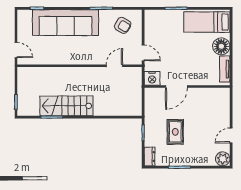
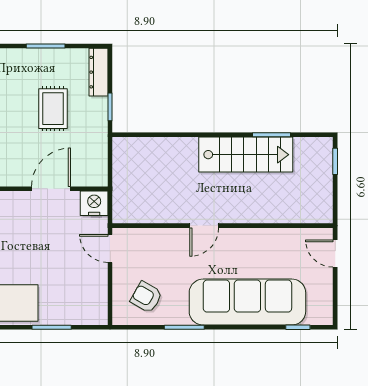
door: (114, 66) -> (204, 226), moved
dresser: (150, 157) -> (99, 72), width x1.44

